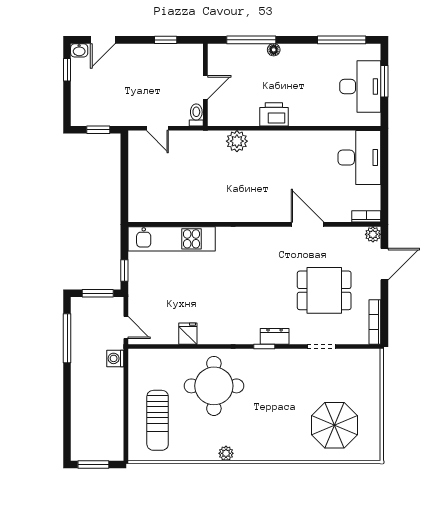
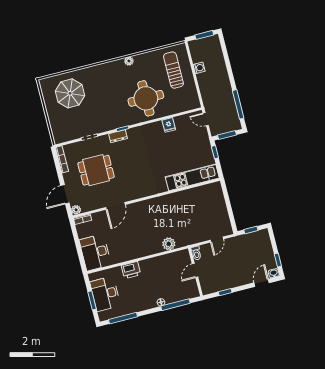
printer: (274, 114) -> (131, 270), moved
door: (157, 128) -> (217, 240), swing flipped
door: (308, 224) -> (115, 206), hinge flipped
washing machine: (115, 358) -> (199, 68), moved

